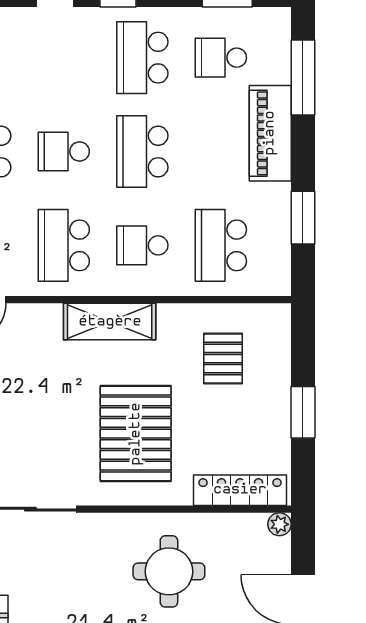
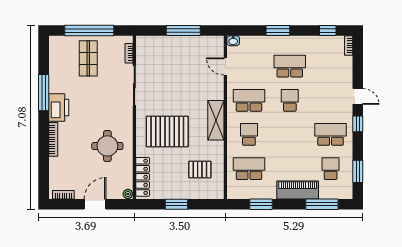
school desk: (142, 152) -> (290, 134), removed

